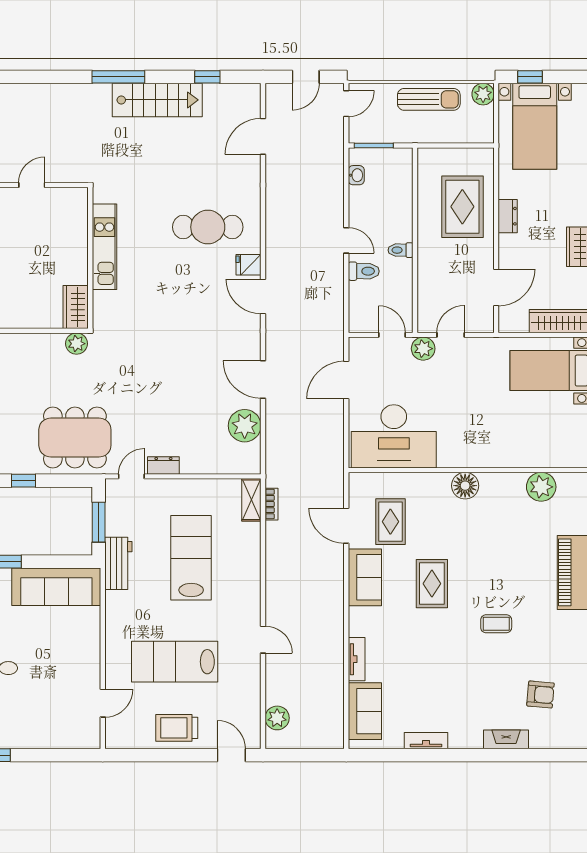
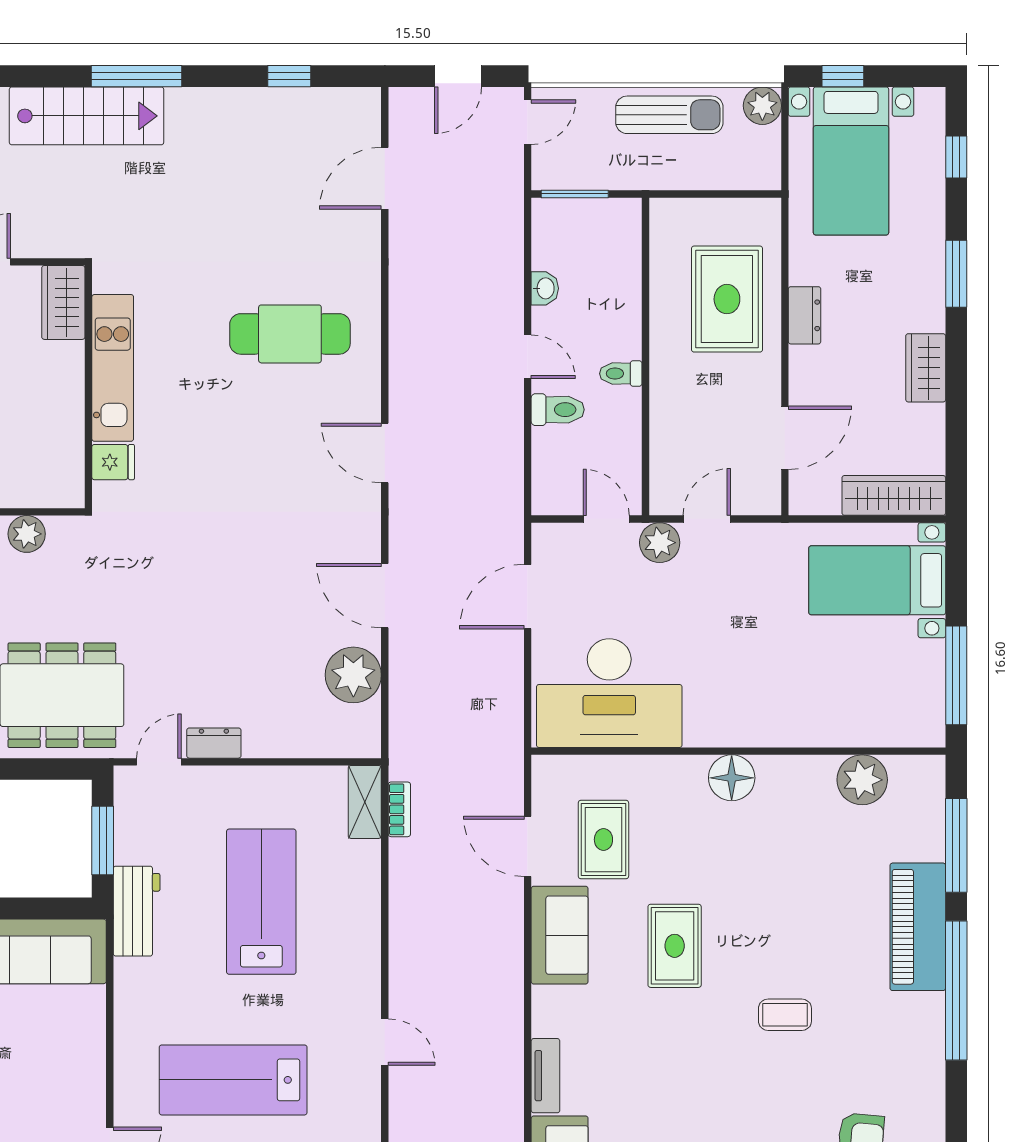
stairs: (157, 100) -> (87, 116), moved
washbasin: (356, 175) -> (545, 288), moved
fridge: (249, 265) -> (113, 462), moved, turned 180
wardrobe: (76, 307) -> (63, 302), moved
plant: (76, 344) -> (27, 534), moved

